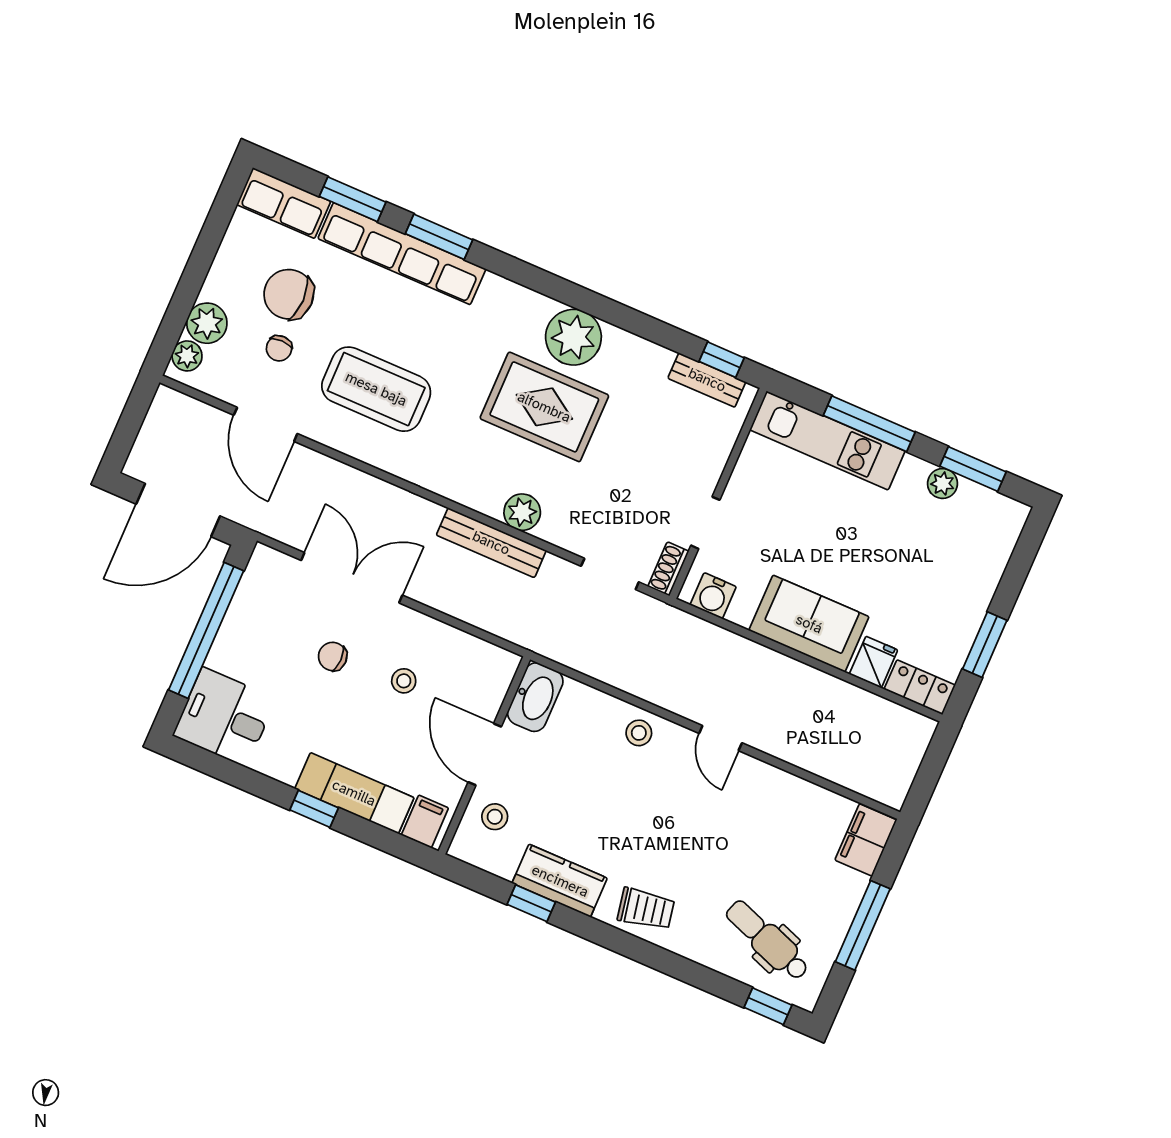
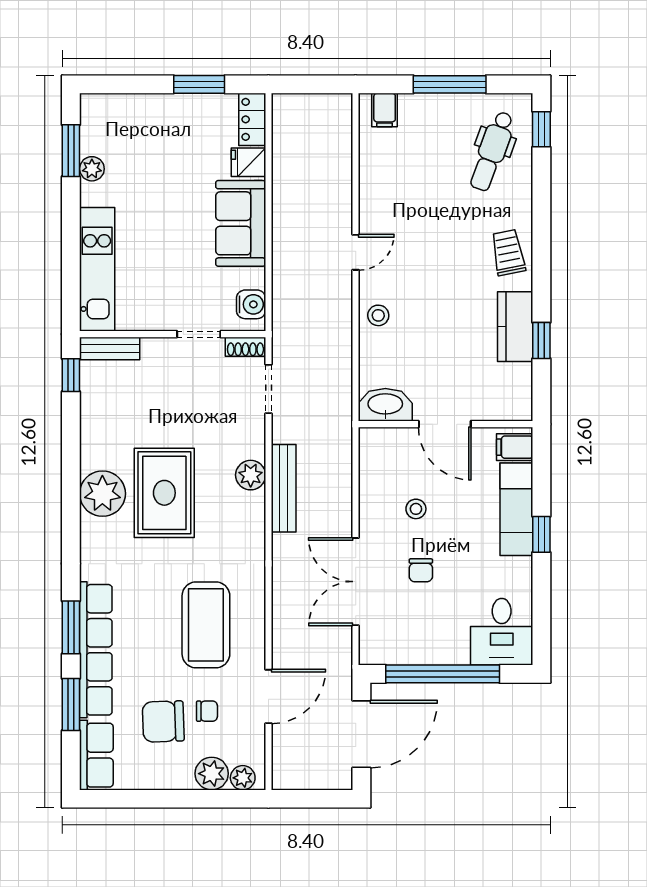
chair: (289, 294) -> (163, 721), turned 88
bench: (707, 380) -> (110, 348), moved, turned 90
window: (869, 424) -> (71, 243), removed
door: (178, 510) -> (361, 734), hinge flipped
door: (485, 754) -> (445, 424), hinge flipped
stool: (495, 817) -> (488, 396), removed
filing cabinet: (866, 840) -> (385, 110), width x0.50

